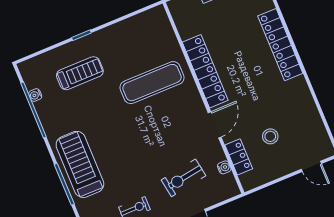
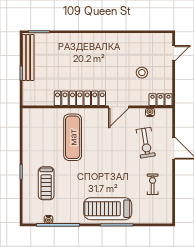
locker: (280, 45) -> (83, 40), removed
treadmill: (80, 73) -> (46, 183), turned 180
door: (215, 125) -> (119, 107), swing flipped
locker: (239, 157) -> (160, 100), moved

